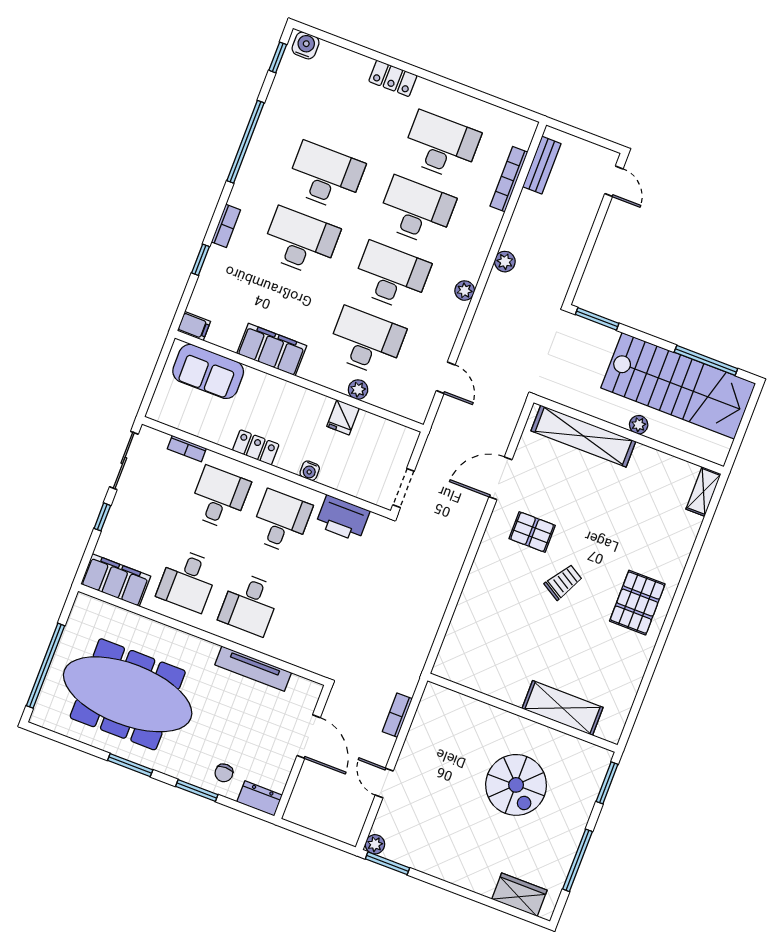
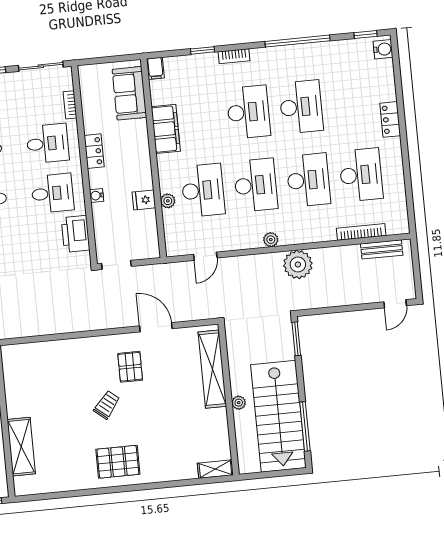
plant: (505, 262) -> (298, 264), width x1.87, depth x1.87
trolley: (563, 582) -> (107, 405), turned -82

